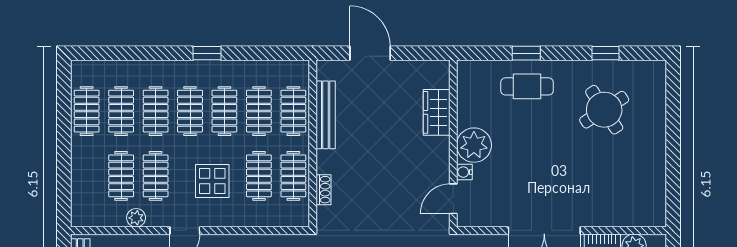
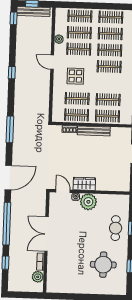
round table: (604, 110) -> (103, 265), turned 33
clothes rail: (224, 111) -> (80, 16), moved
wardrobe: (437, 112) -> (84, 184), moved
bench: (326, 115) -> (94, 131), moved

